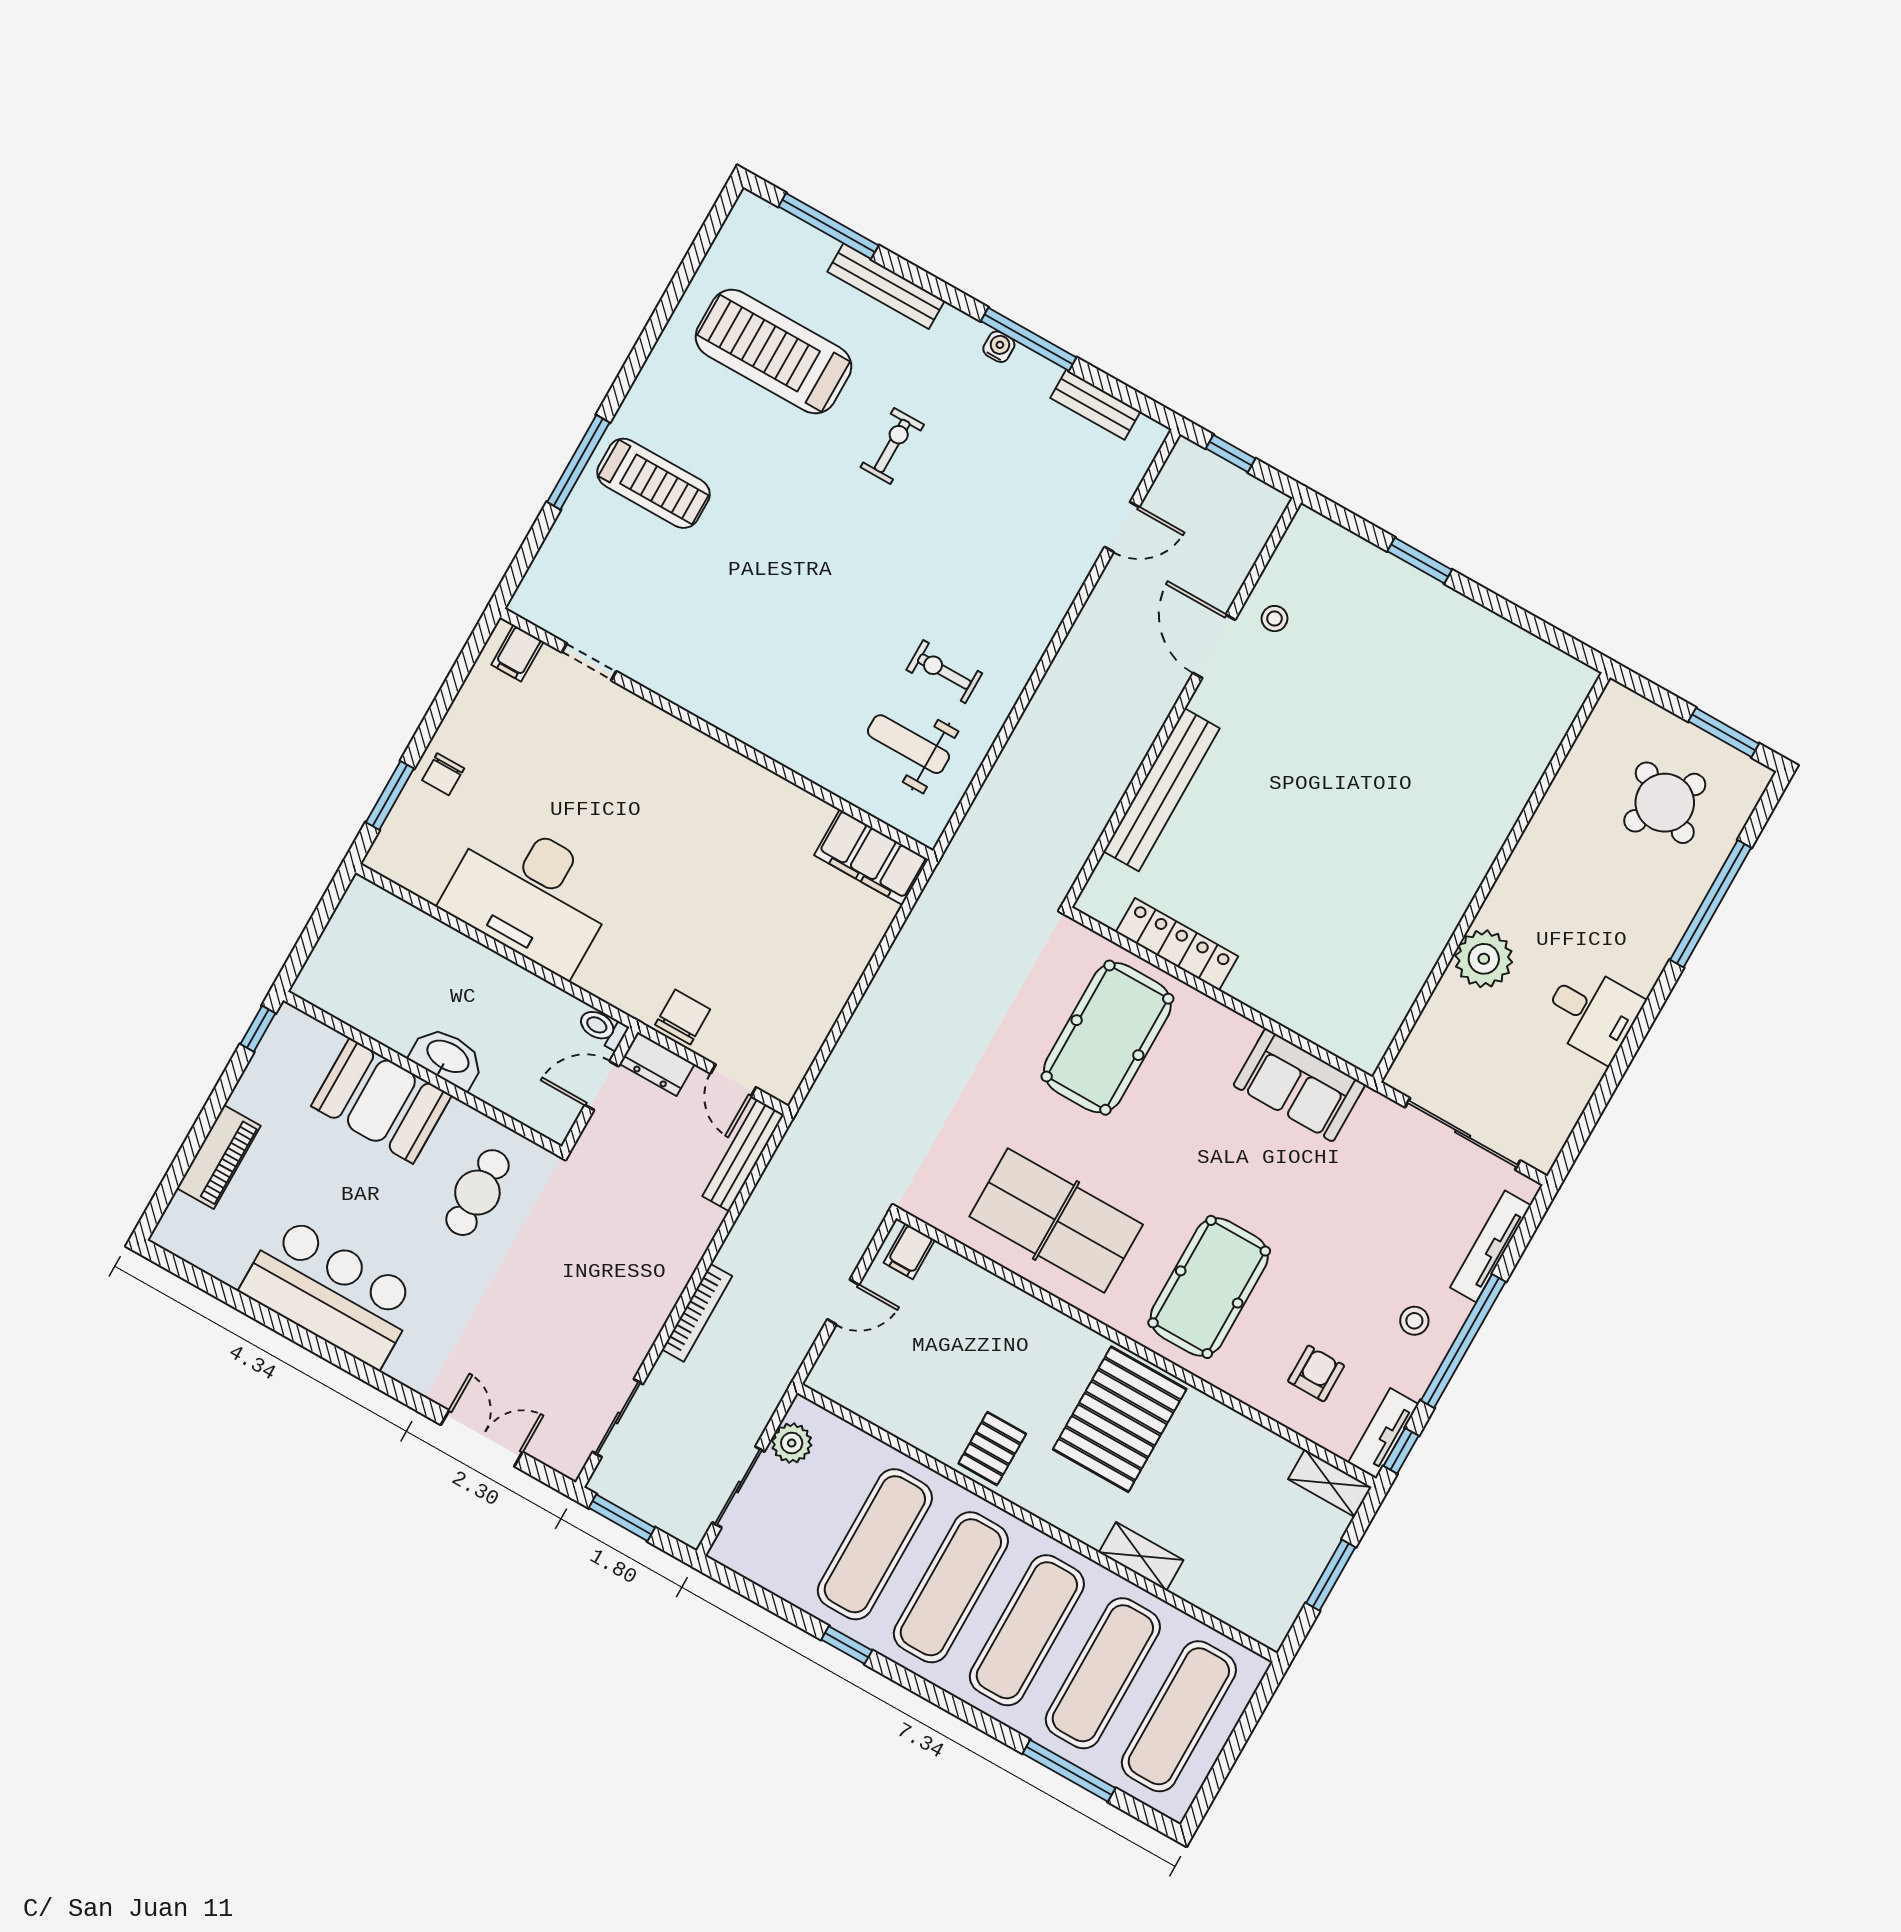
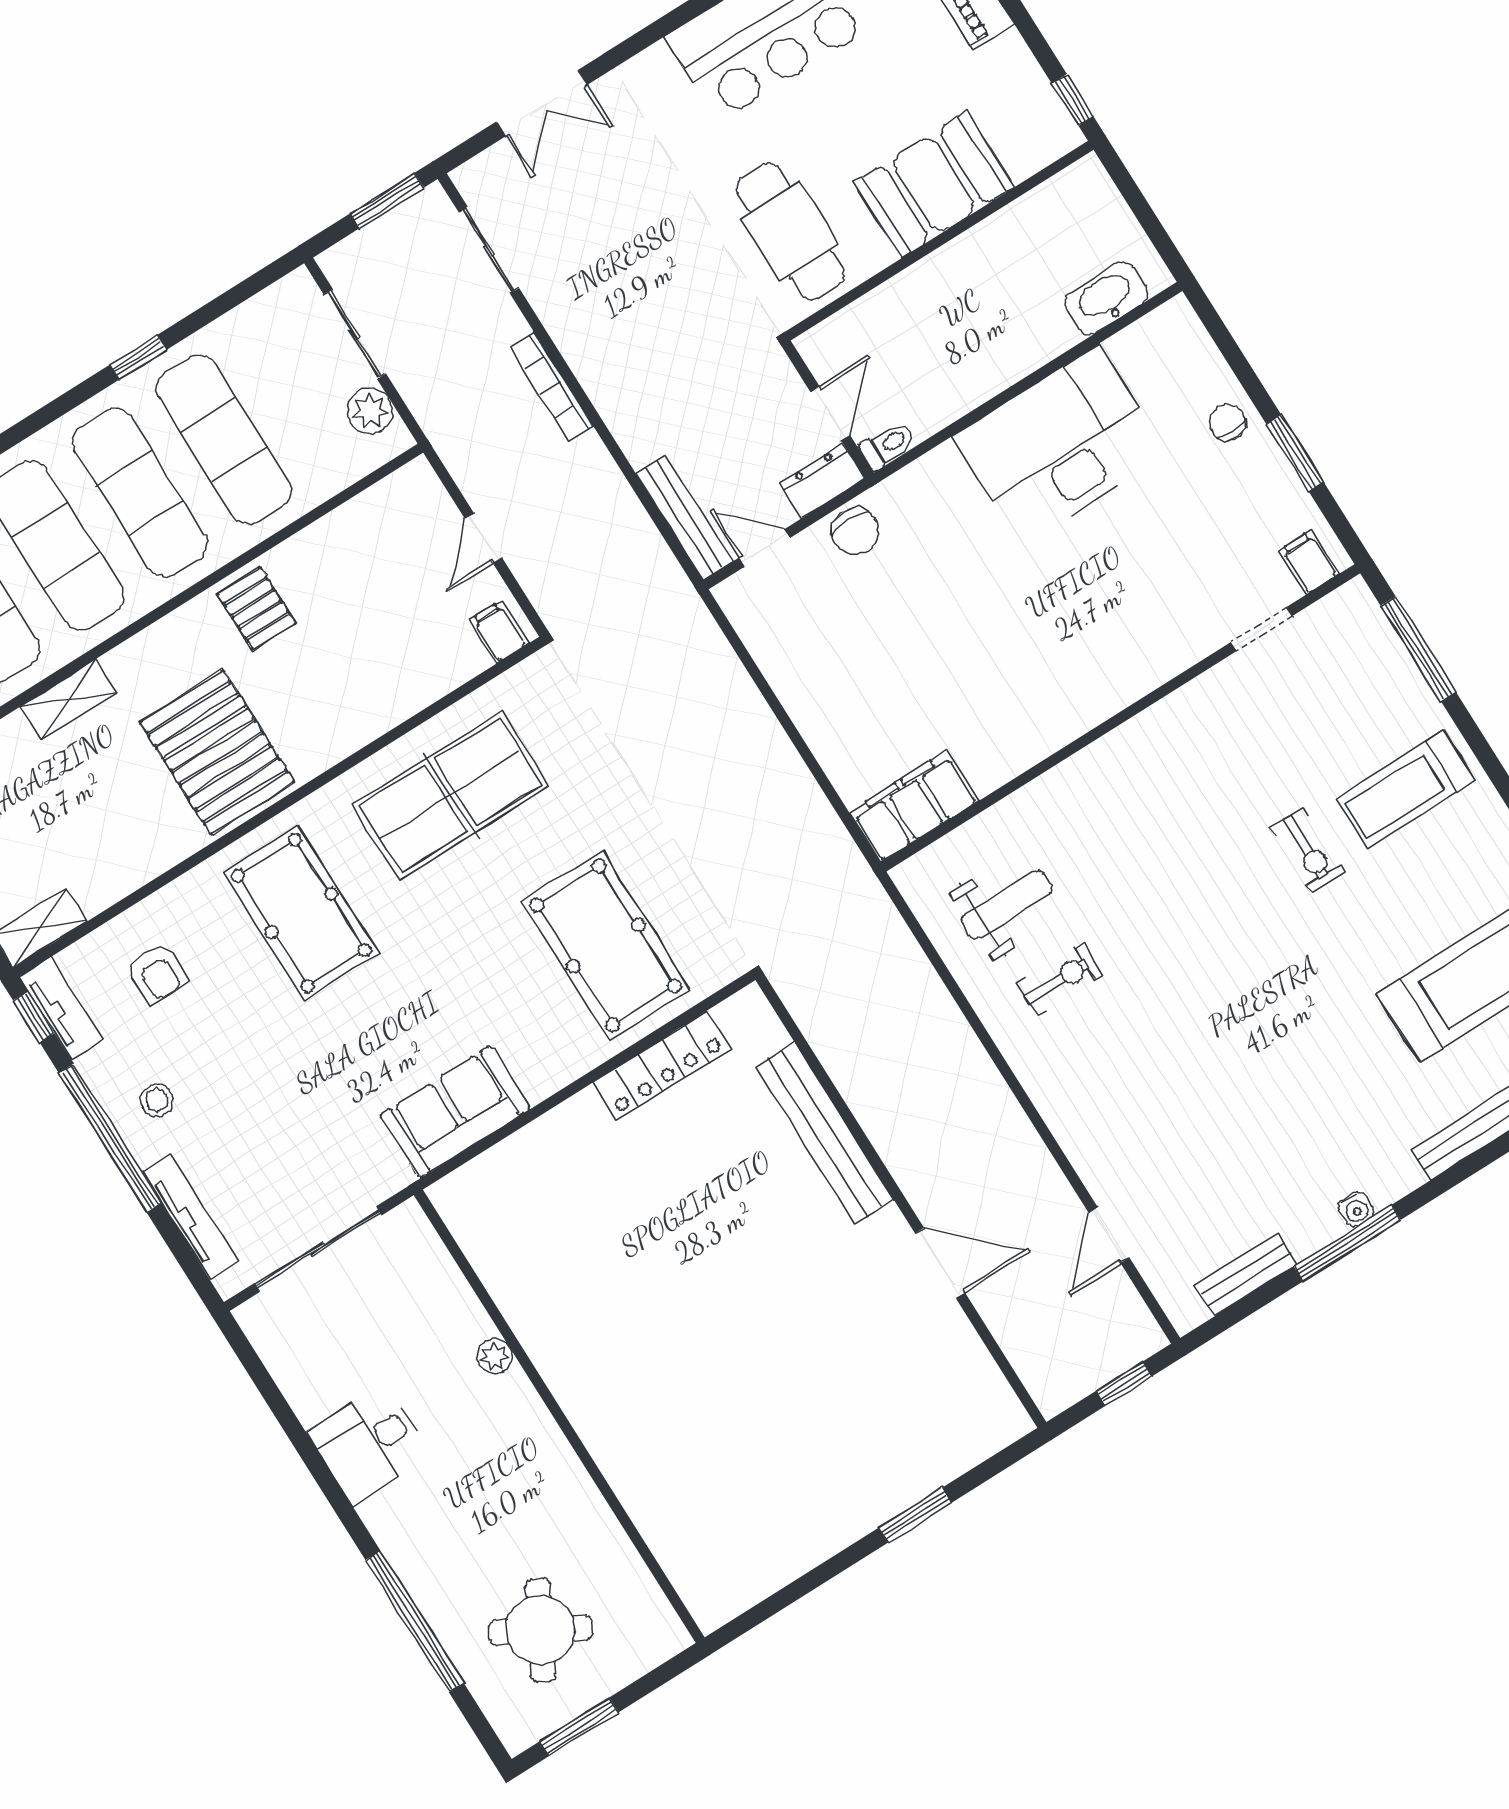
exercise bike: (892, 446) -> (1307, 850), moved
window: (578, 462) -> (1418, 649), moved
stool: (1274, 619) -> (935, 1339), removed
window: (390, 795) -> (1295, 453), moved
plant: (1484, 959) -> (495, 1357), width x0.53, depth x0.53
washbasin: (447, 1057) -> (1106, 298), moved, turned 180
cafe table: (477, 1193) -> (790, 231), width x1.37, depth x1.35

